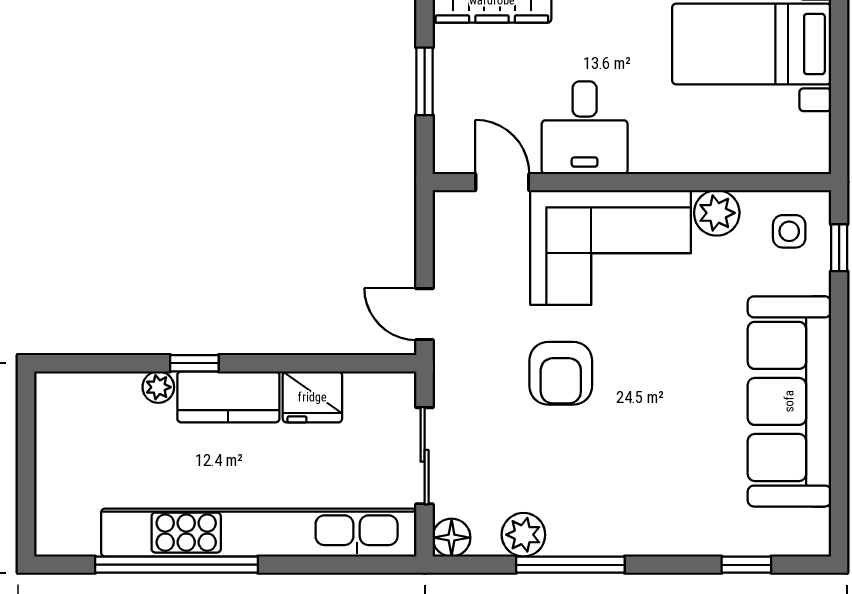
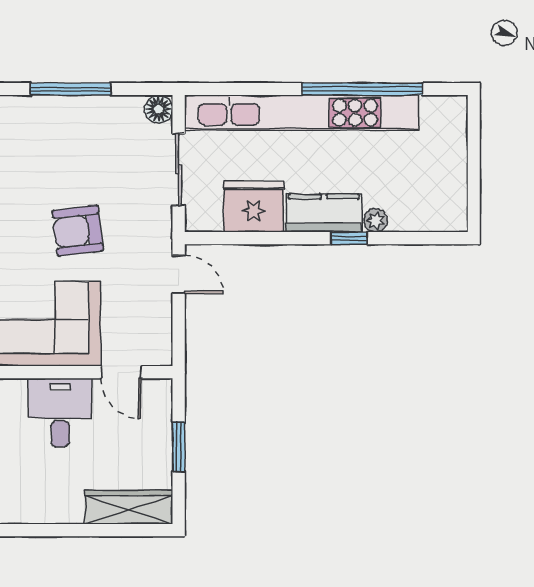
armchair: (561, 373) -> (78, 231), turned -97
fridge: (312, 397) -> (254, 207), width x1.36, depth x1.34
plant: (523, 535) -> (105, 111), removed

